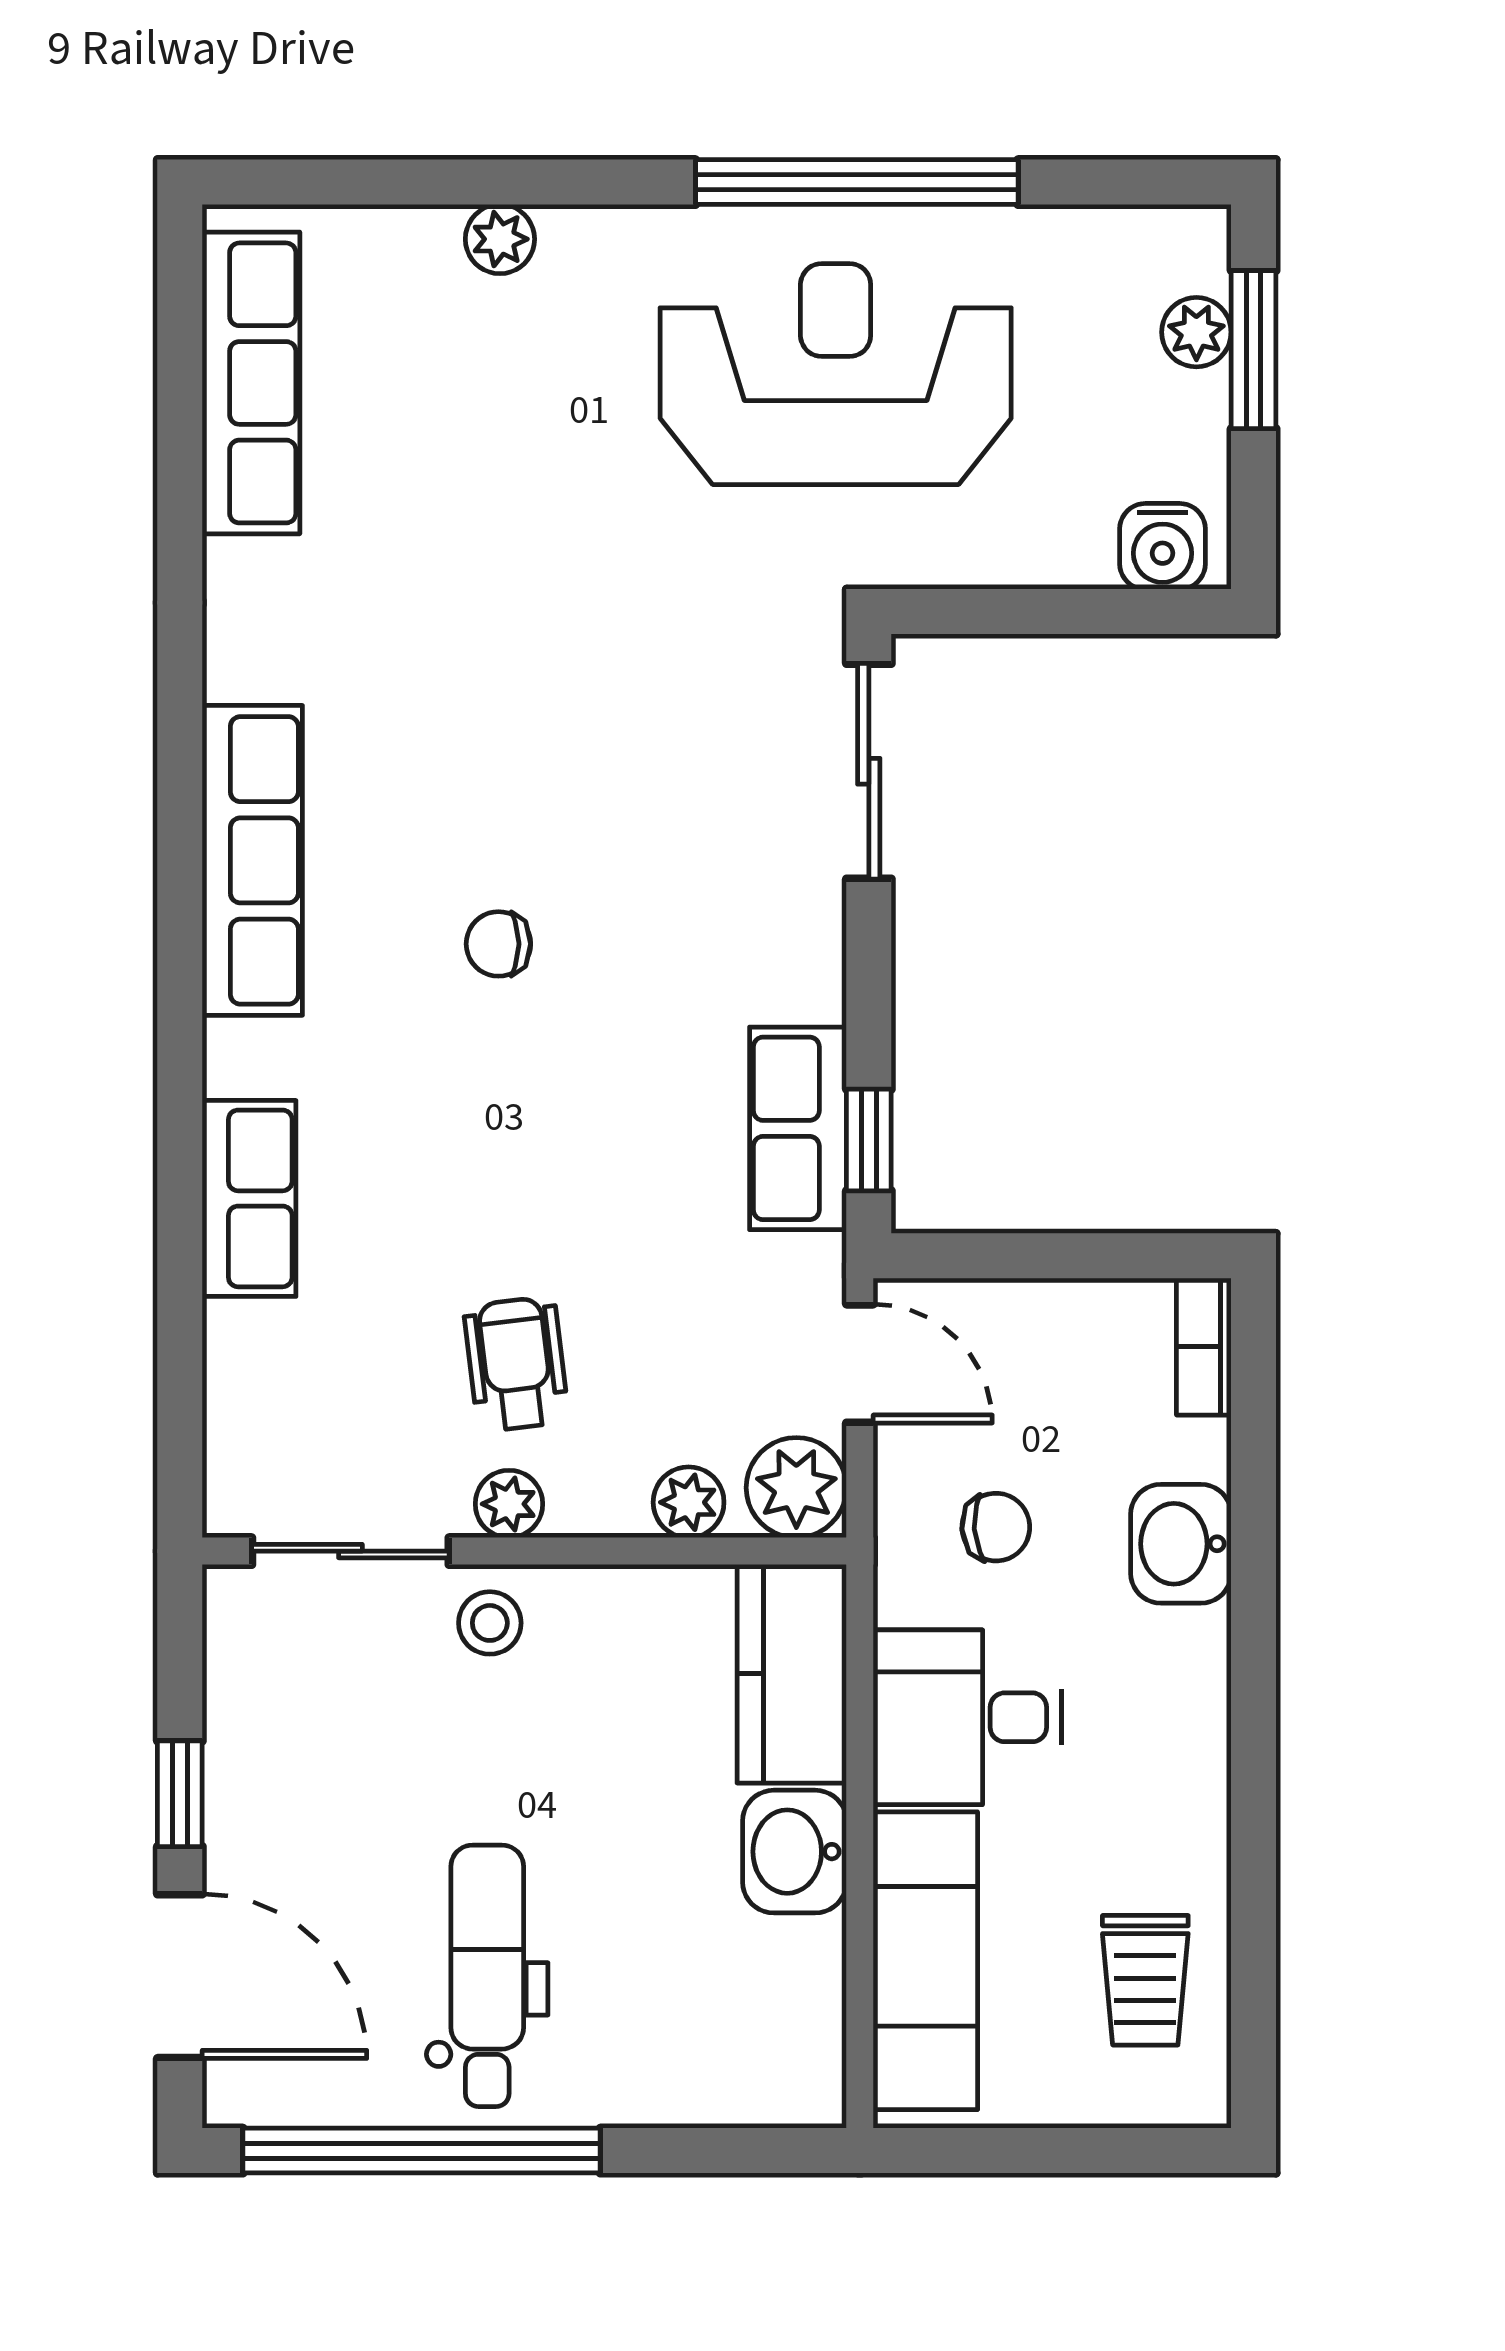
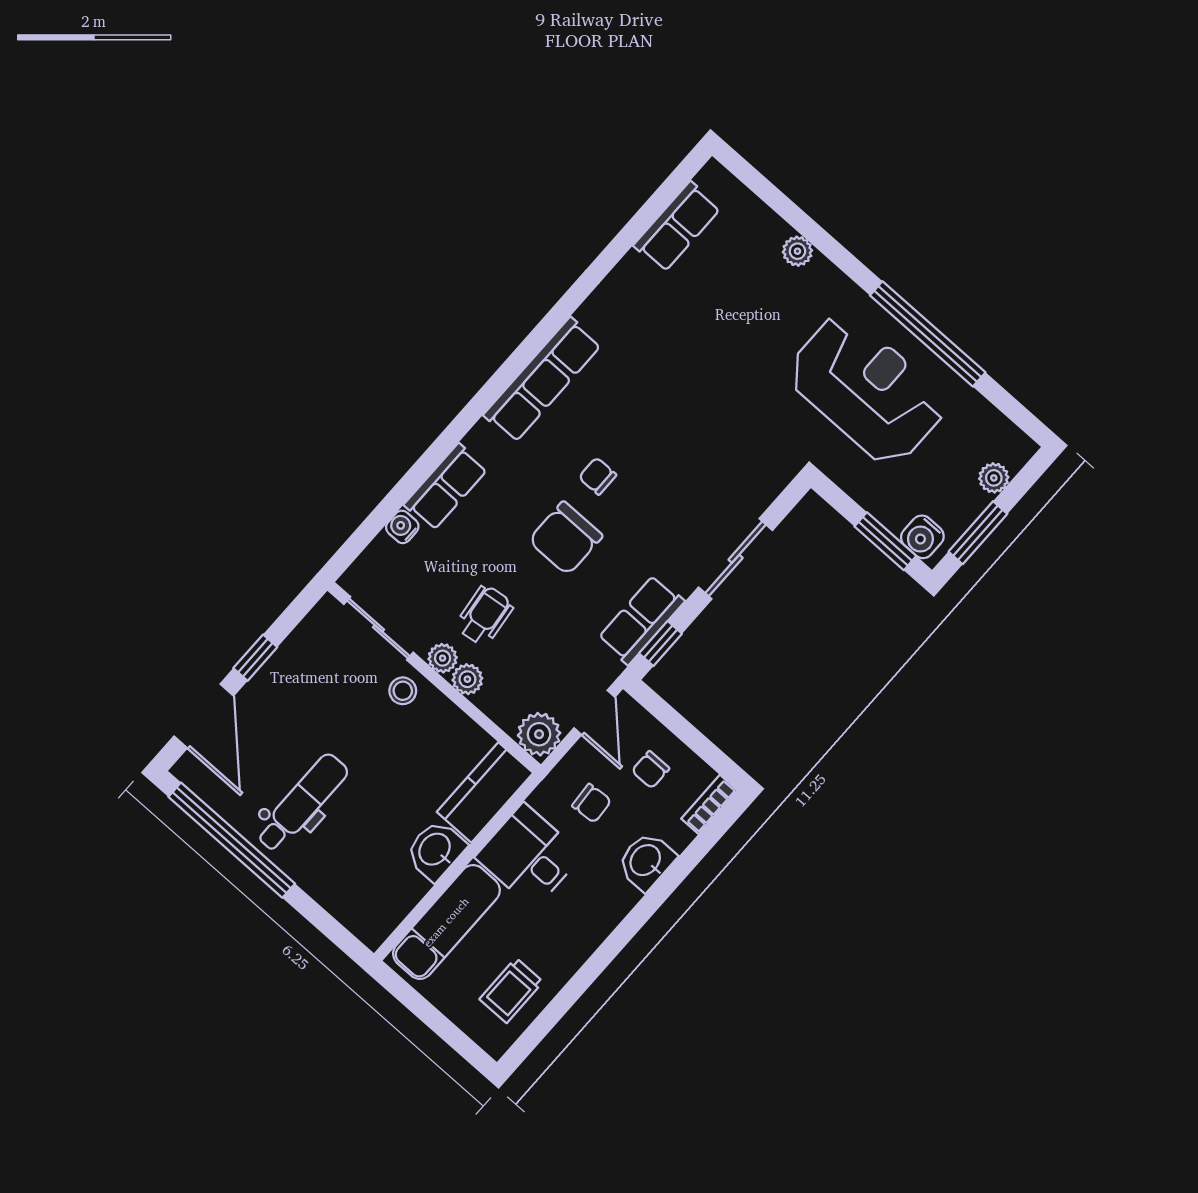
window: (1254, 350) -> (978, 533), moved
row of seats: (251, 383) -> (677, 227), width x0.68
window: (1104, 612) -> (885, 541), added
sliding door: (869, 771) -> (736, 559), moved
chair: (539, 1103) -> (566, 538), added
water cooler: (235, 1336) -> (402, 527), added
chair: (1047, 1377) -> (651, 770), added
plant: (689, 1502) -> (467, 679), moved

